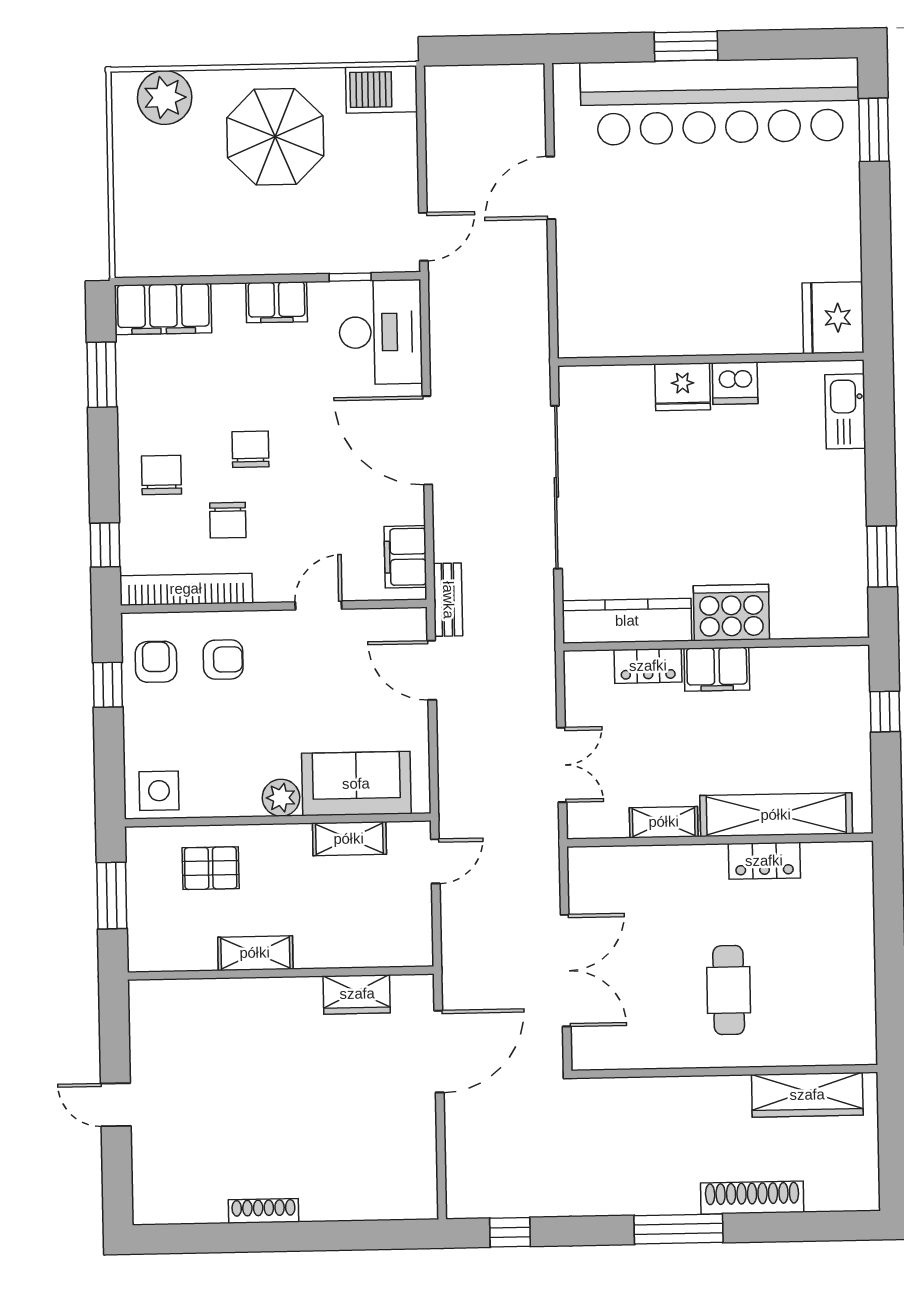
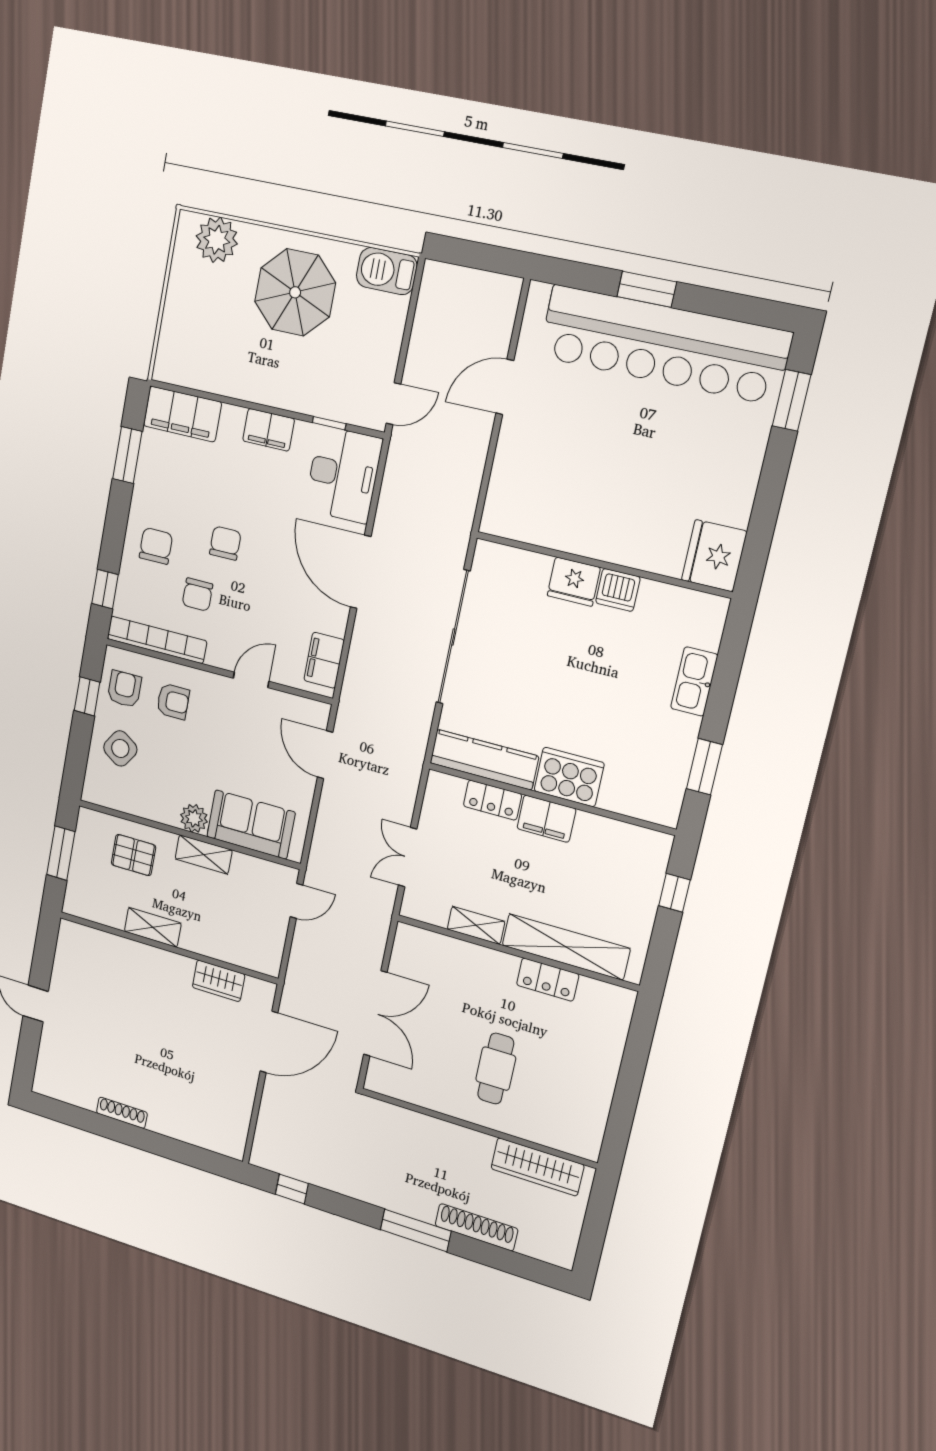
kitchen sink: (845, 411) -> (694, 681), moved
bench: (448, 600) -> (349, 703), removed
double door: (562, 765) -> (408, 857), swing flipped
side table: (159, 791) -> (120, 748), moved, turned 34
shelving: (349, 839) -> (204, 854), moved

